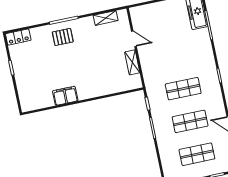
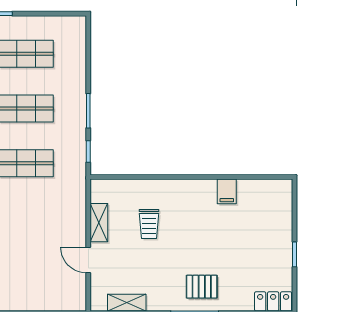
trolley: (102, 68) -> (149, 224), added
filing cabinet: (65, 96) -> (227, 191), width x0.50

